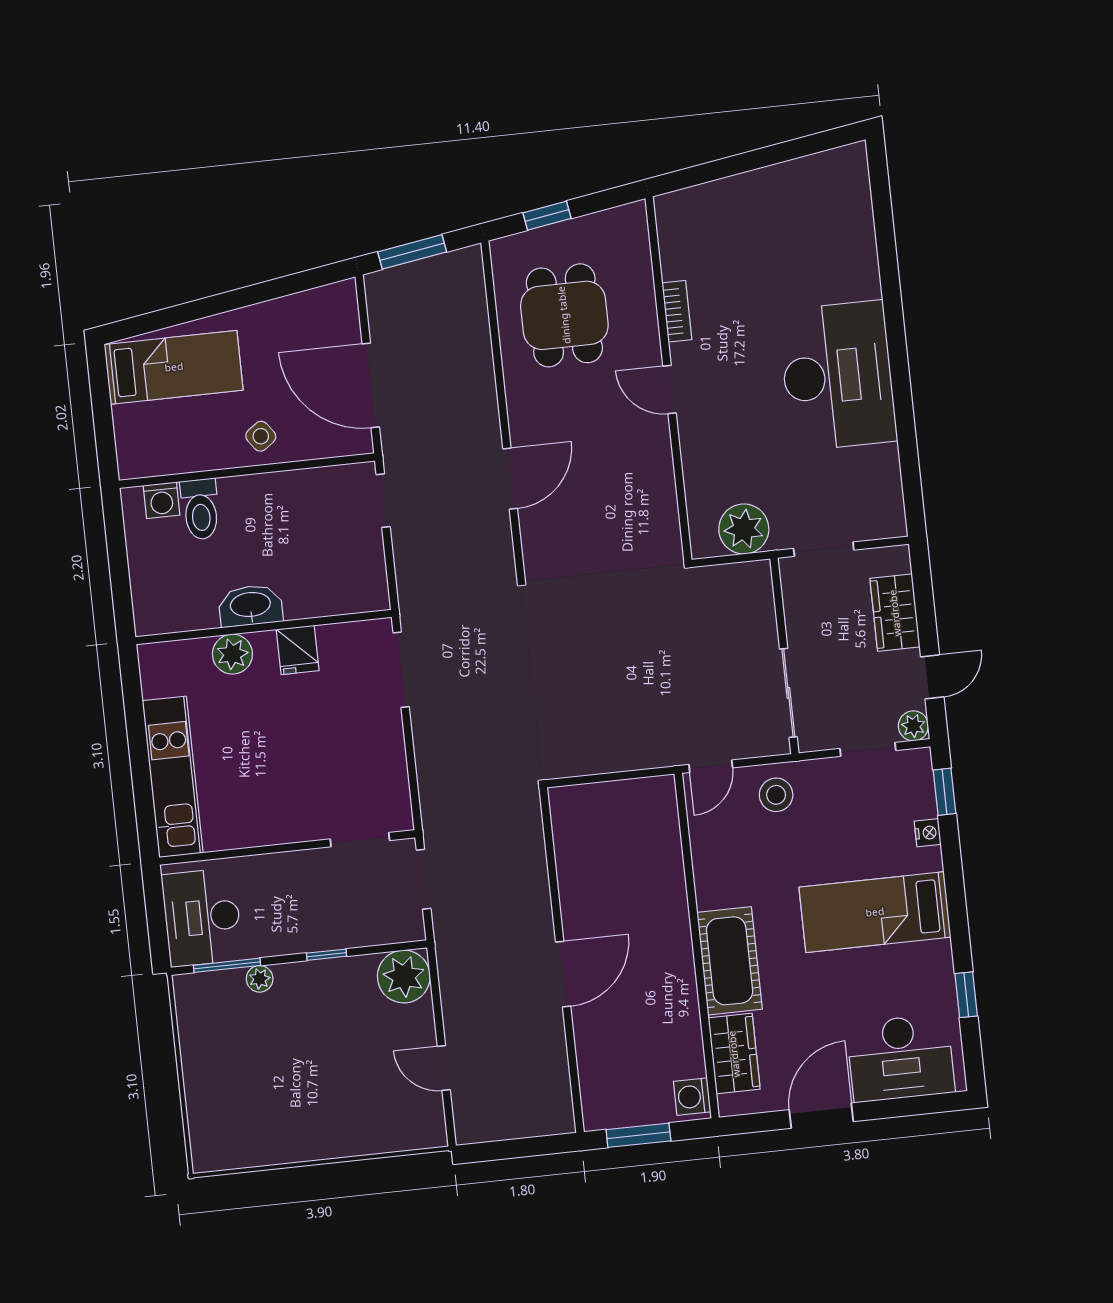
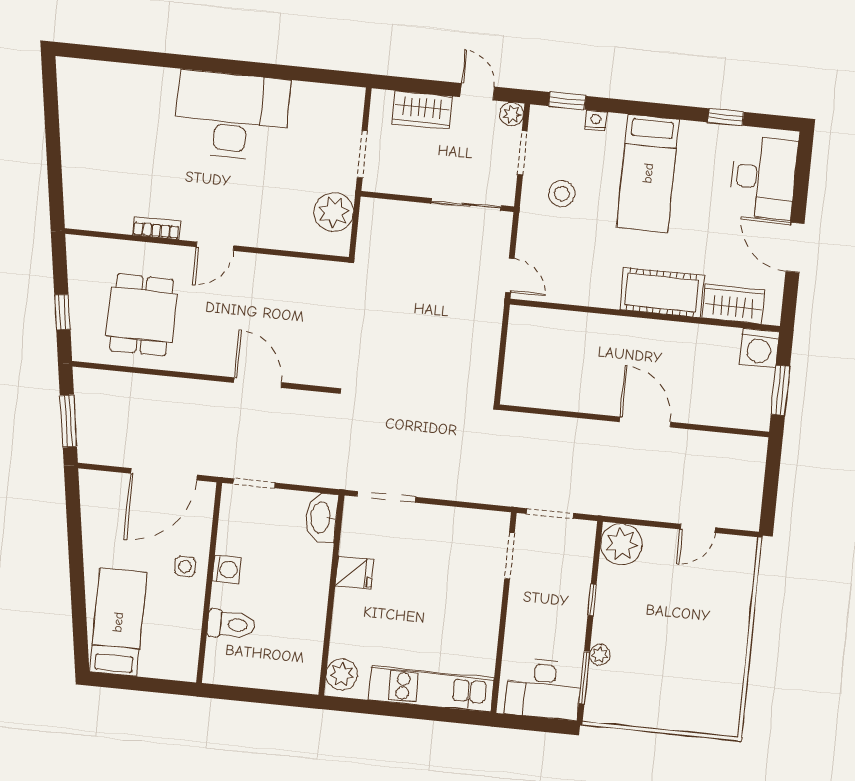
dining table: (564, 315) -> (141, 315), turned 90
side table: (261, 436) -> (185, 566), turned 36
washing machine: (162, 500) -> (226, 569), moved
washbasin: (250, 606) -> (321, 518), moved
plant: (232, 654) -> (342, 674), moved
stool: (776, 795) -> (562, 194), moved
washing machine: (692, 1097) -> (759, 348), width x1.38, depth x1.38

